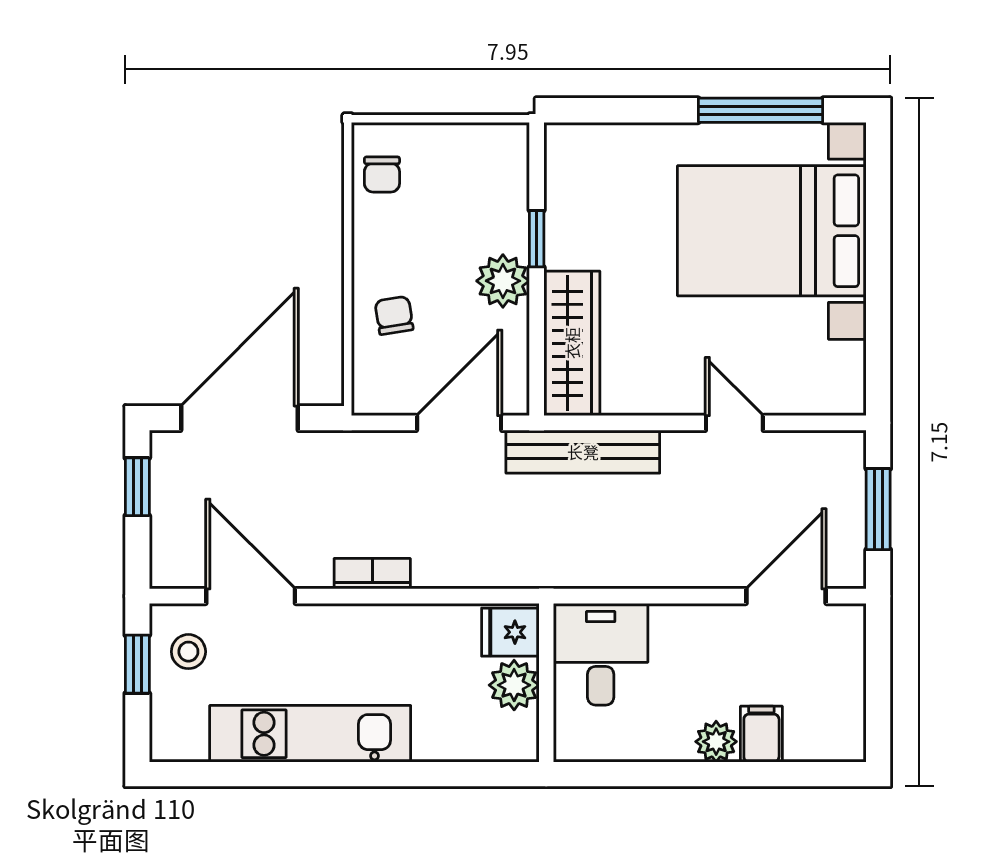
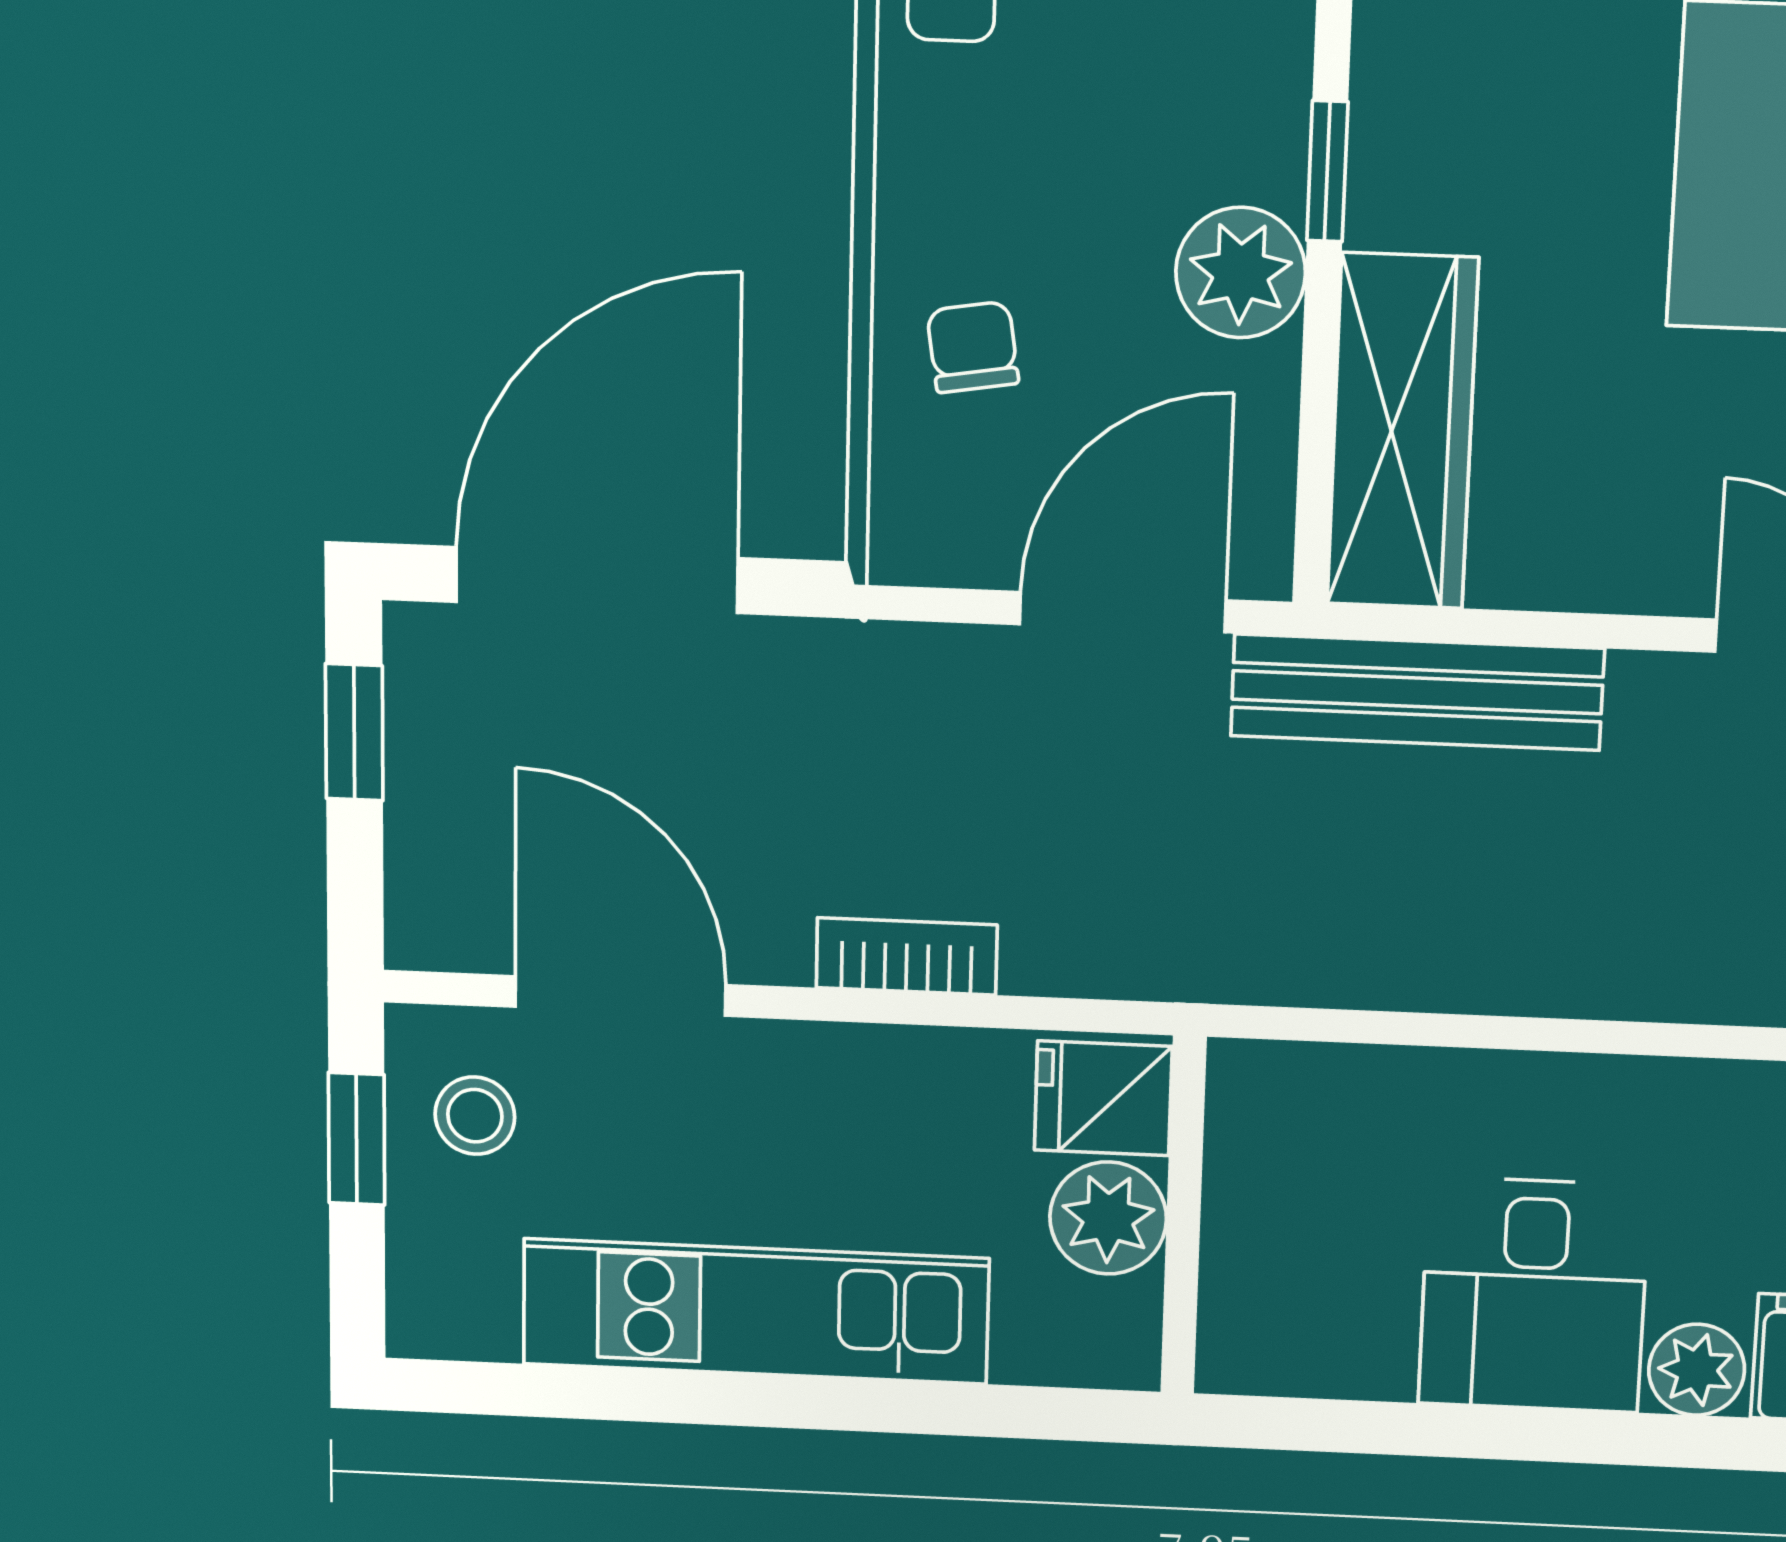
fridge: (510, 632) -> (1103, 1098), moved
desk: (601, 654) -> (1534, 1295), moved, turned 180
wall: (546, 683) -> (1183, 1216), moved
plant: (514, 685) -> (1108, 1218), moved

